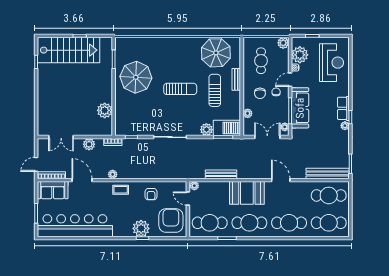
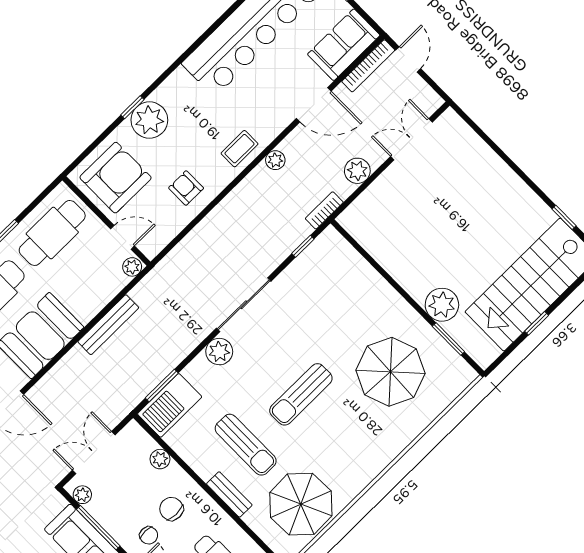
parasol: (136, 77) -> (390, 372), moved
plant: (105, 110) -> (442, 305), moved
plant: (206, 130) -> (219, 352), moved
double door: (267, 137) -> (94, 453), swing flipped
armchair: (171, 220) -> (116, 178), turned -90

